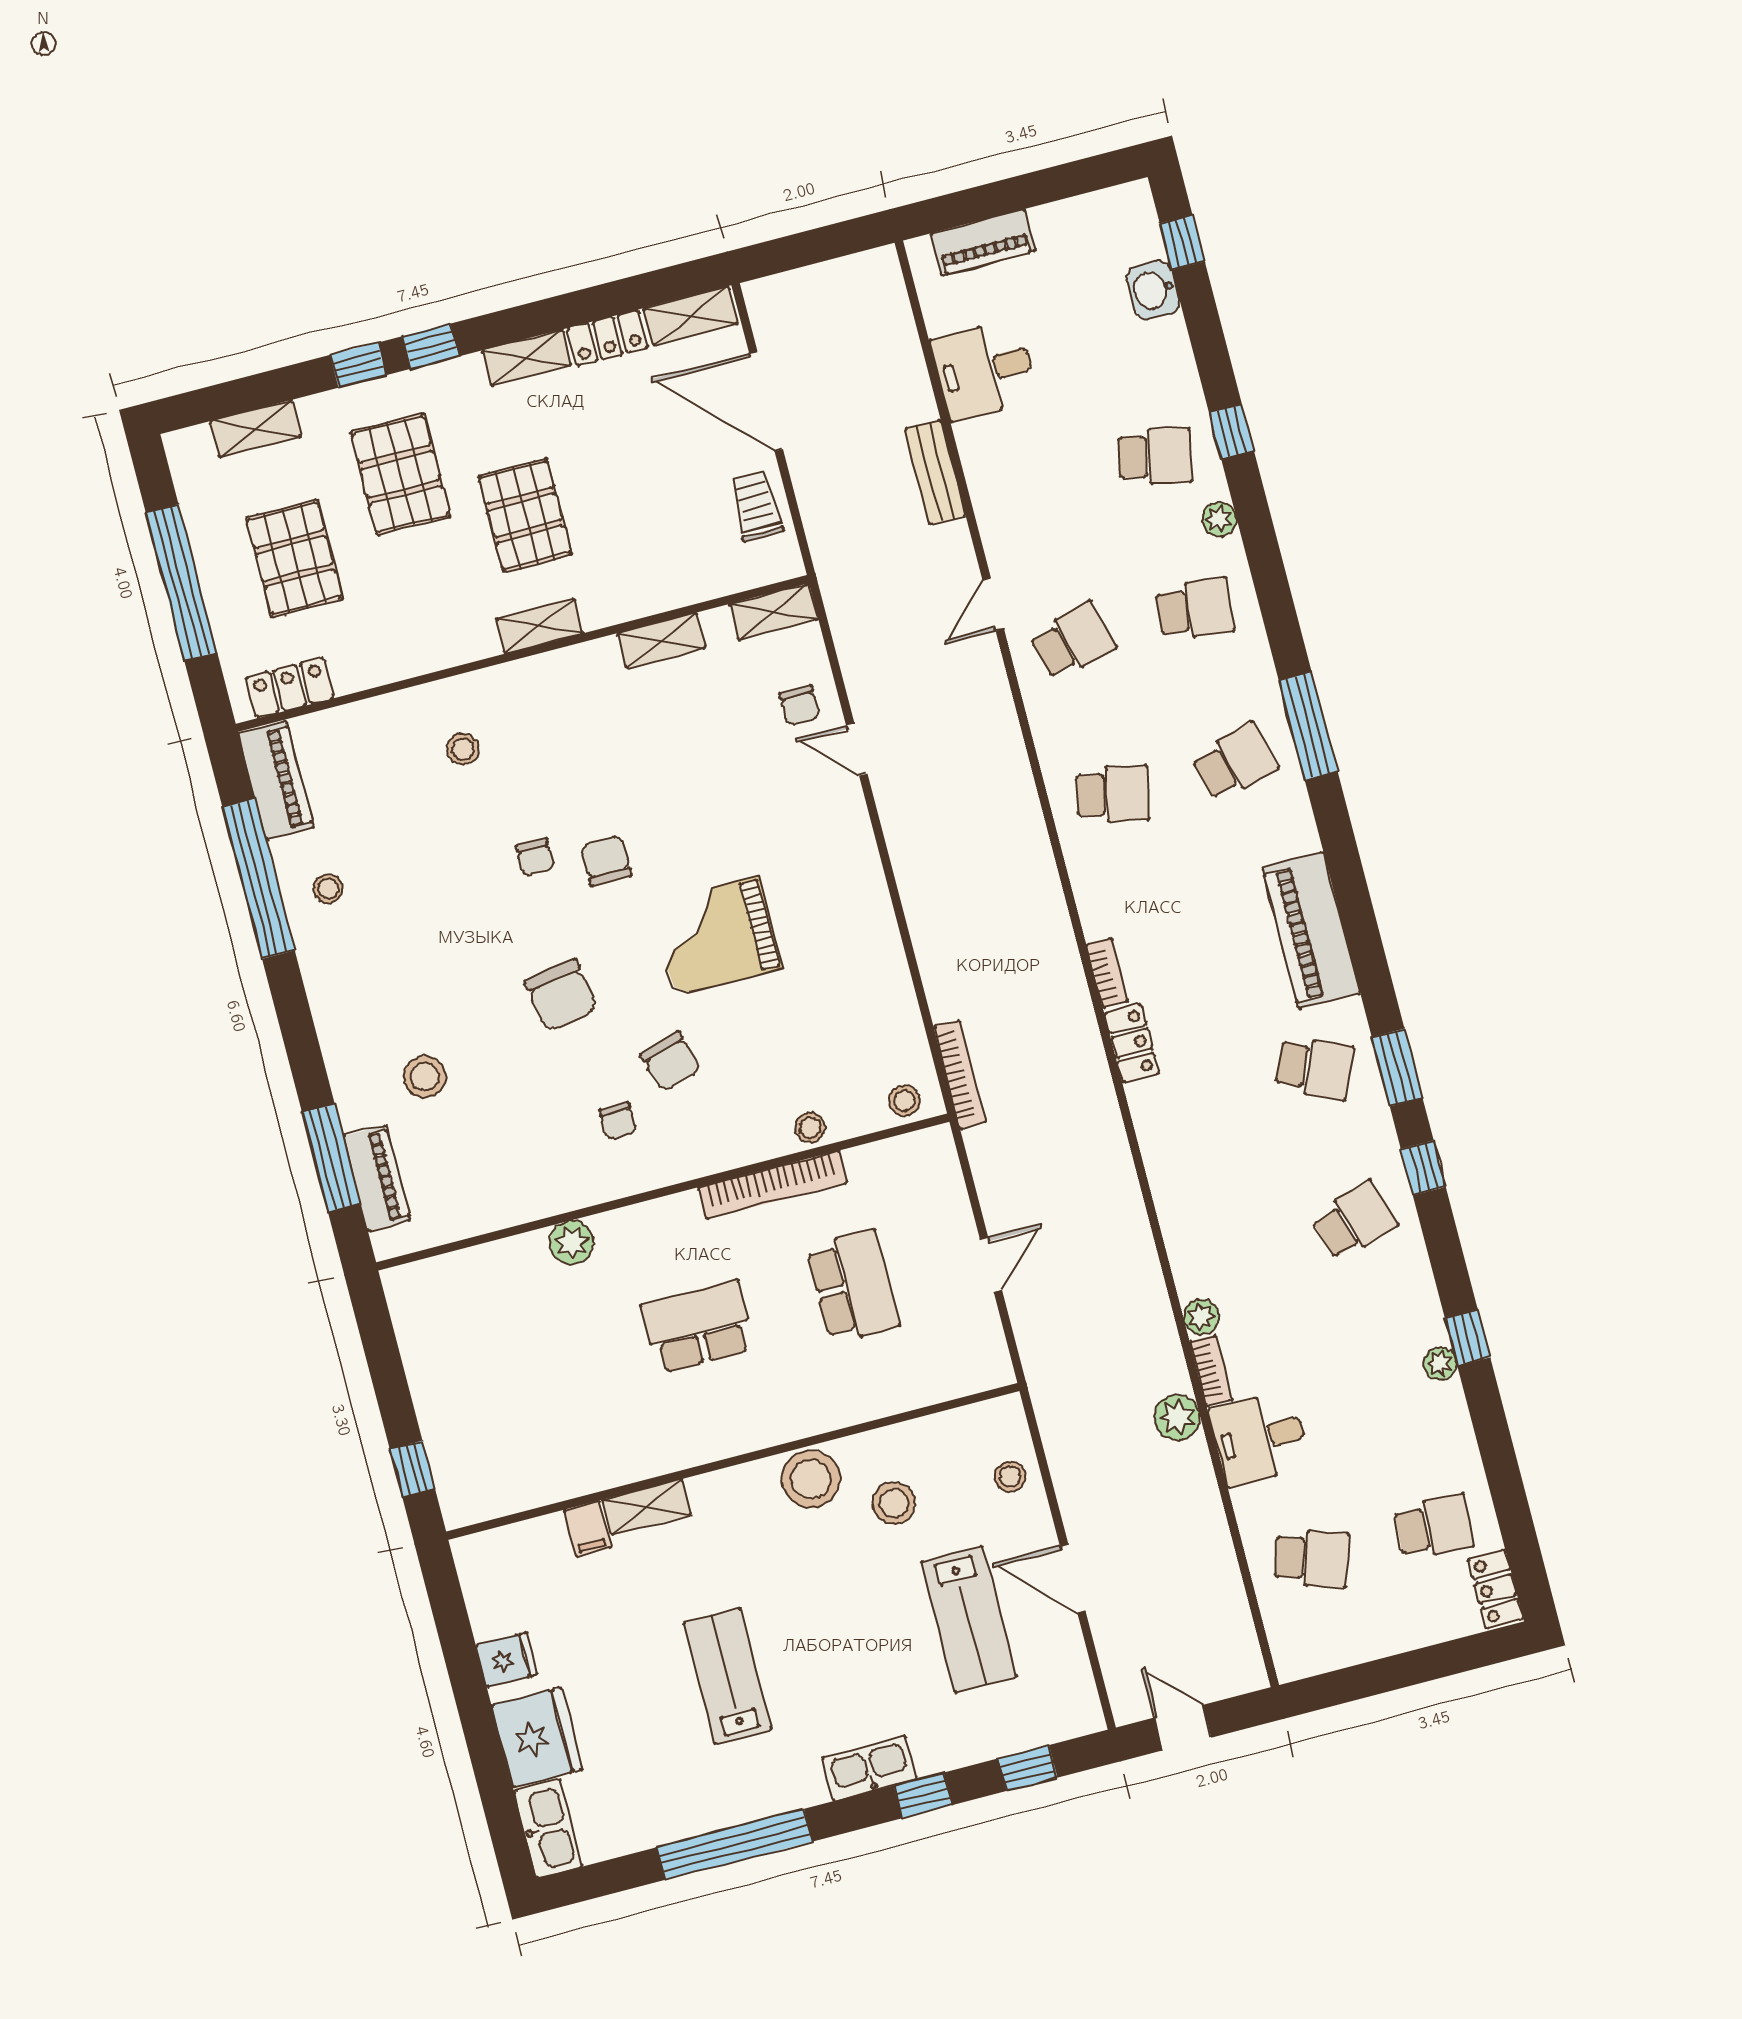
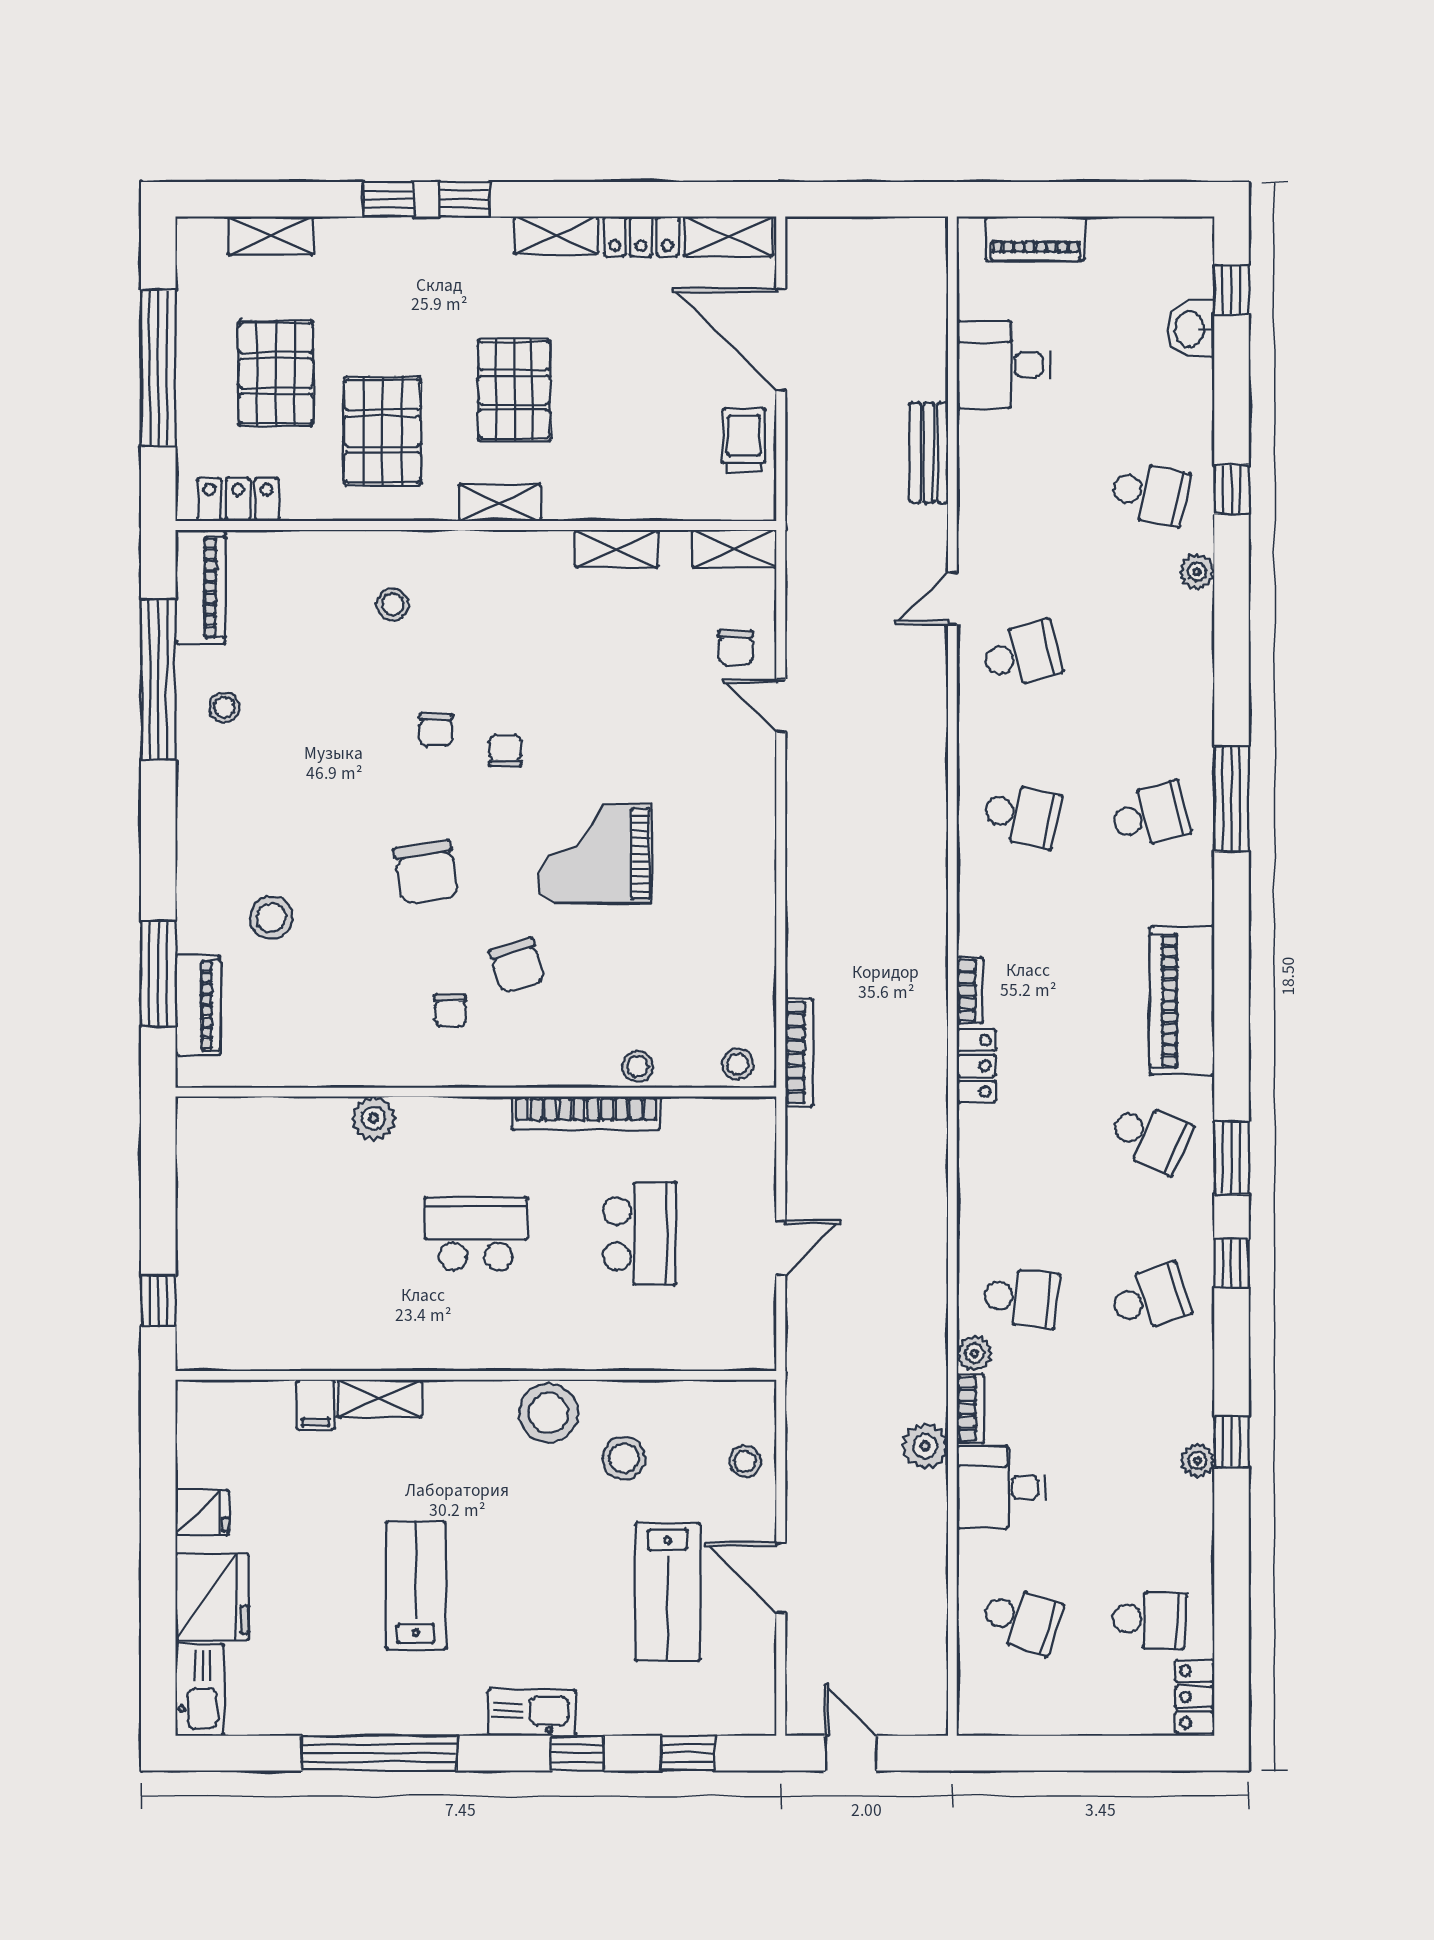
pallet: (400, 474) -> (382, 431), moved
school desk: (1195, 609) -> (1021, 1298), moved
chair: (606, 861) -> (505, 751), width x0.73, depth x0.73

